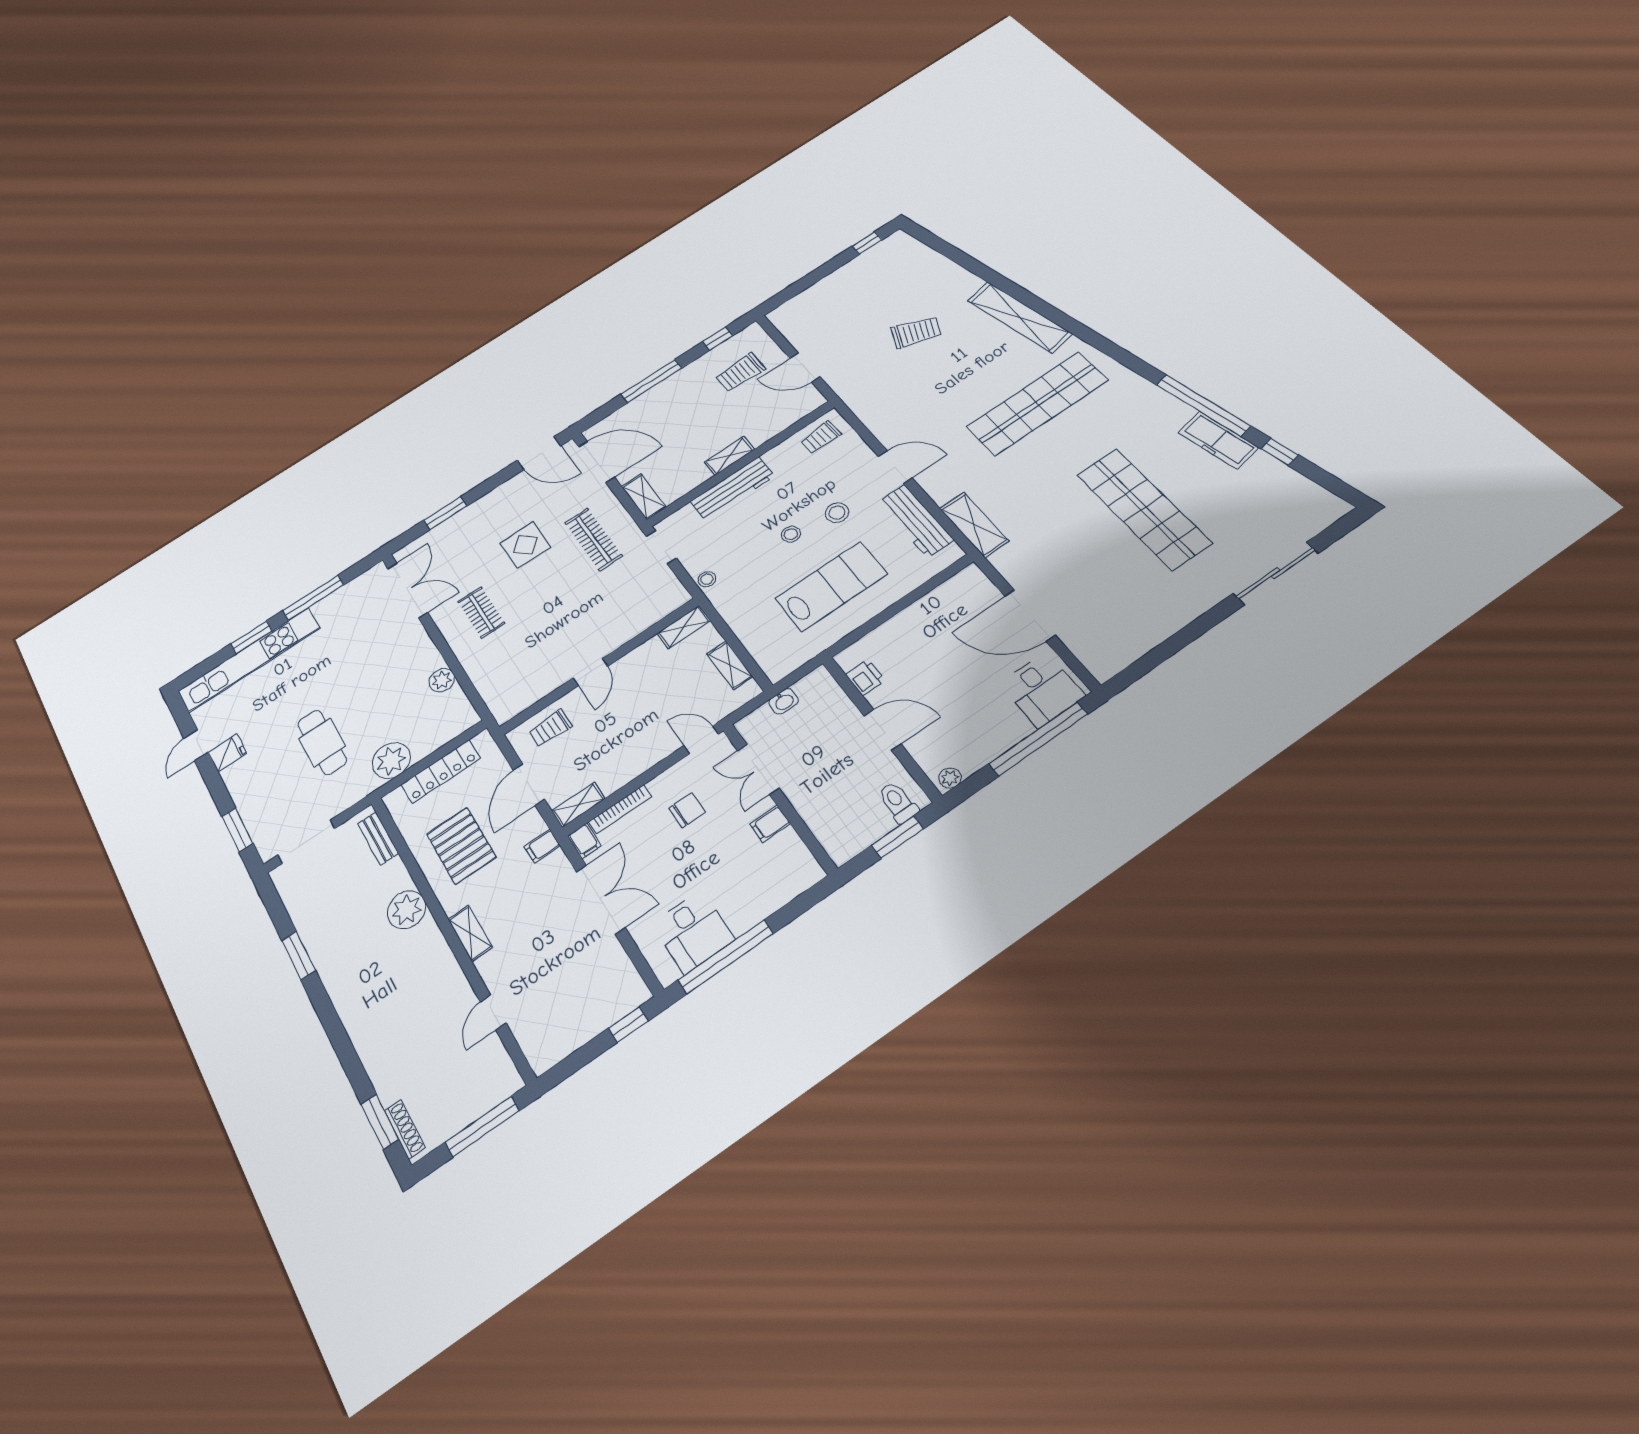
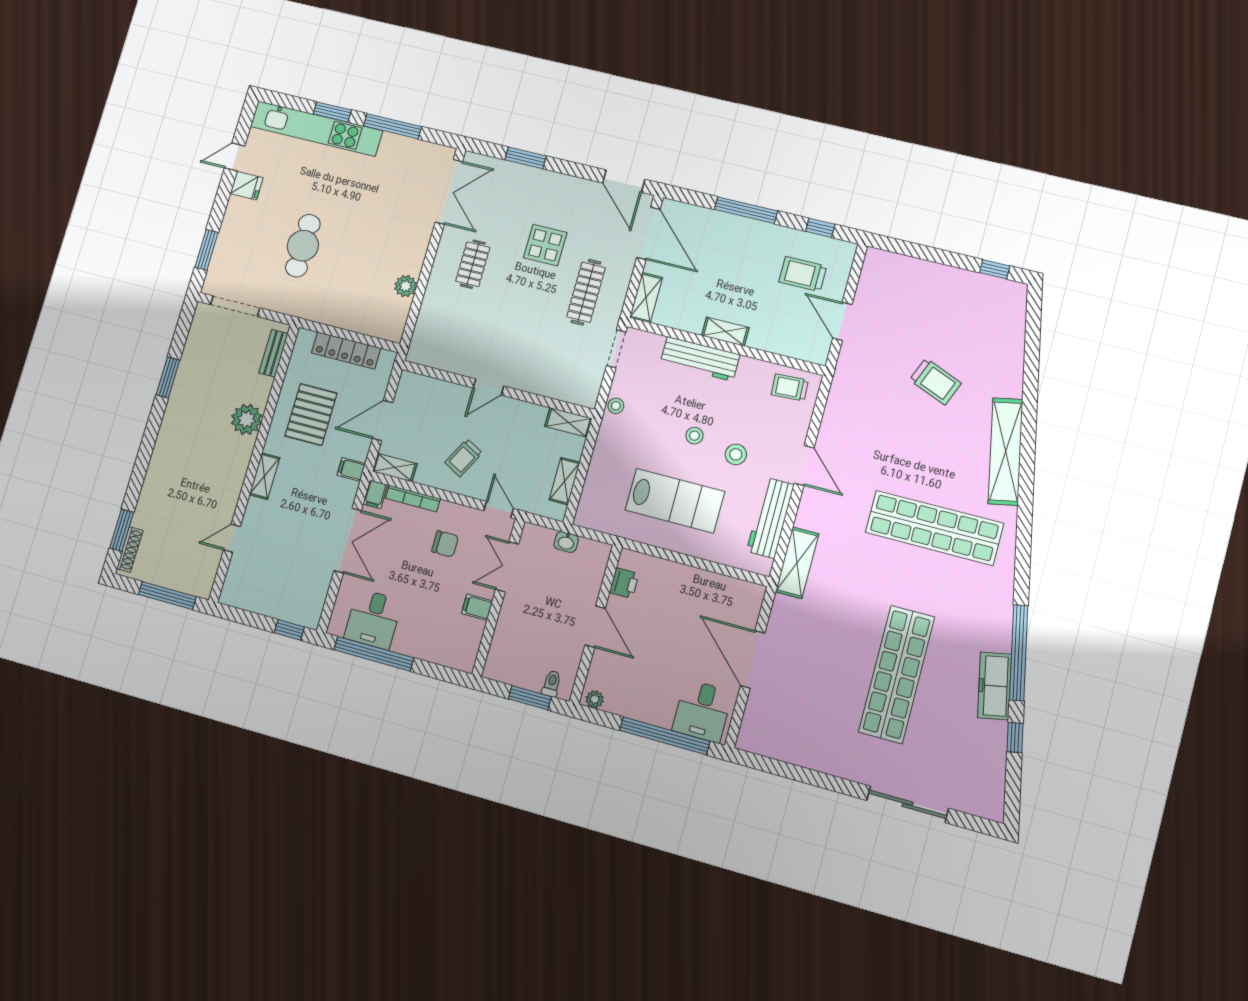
trolley: (550, 728) -> (464, 458), moved, turned -62
plant: (391, 761) -> (327, 308), removed
toilet: (898, 802) -> (552, 684), width x0.73, depth x0.72

